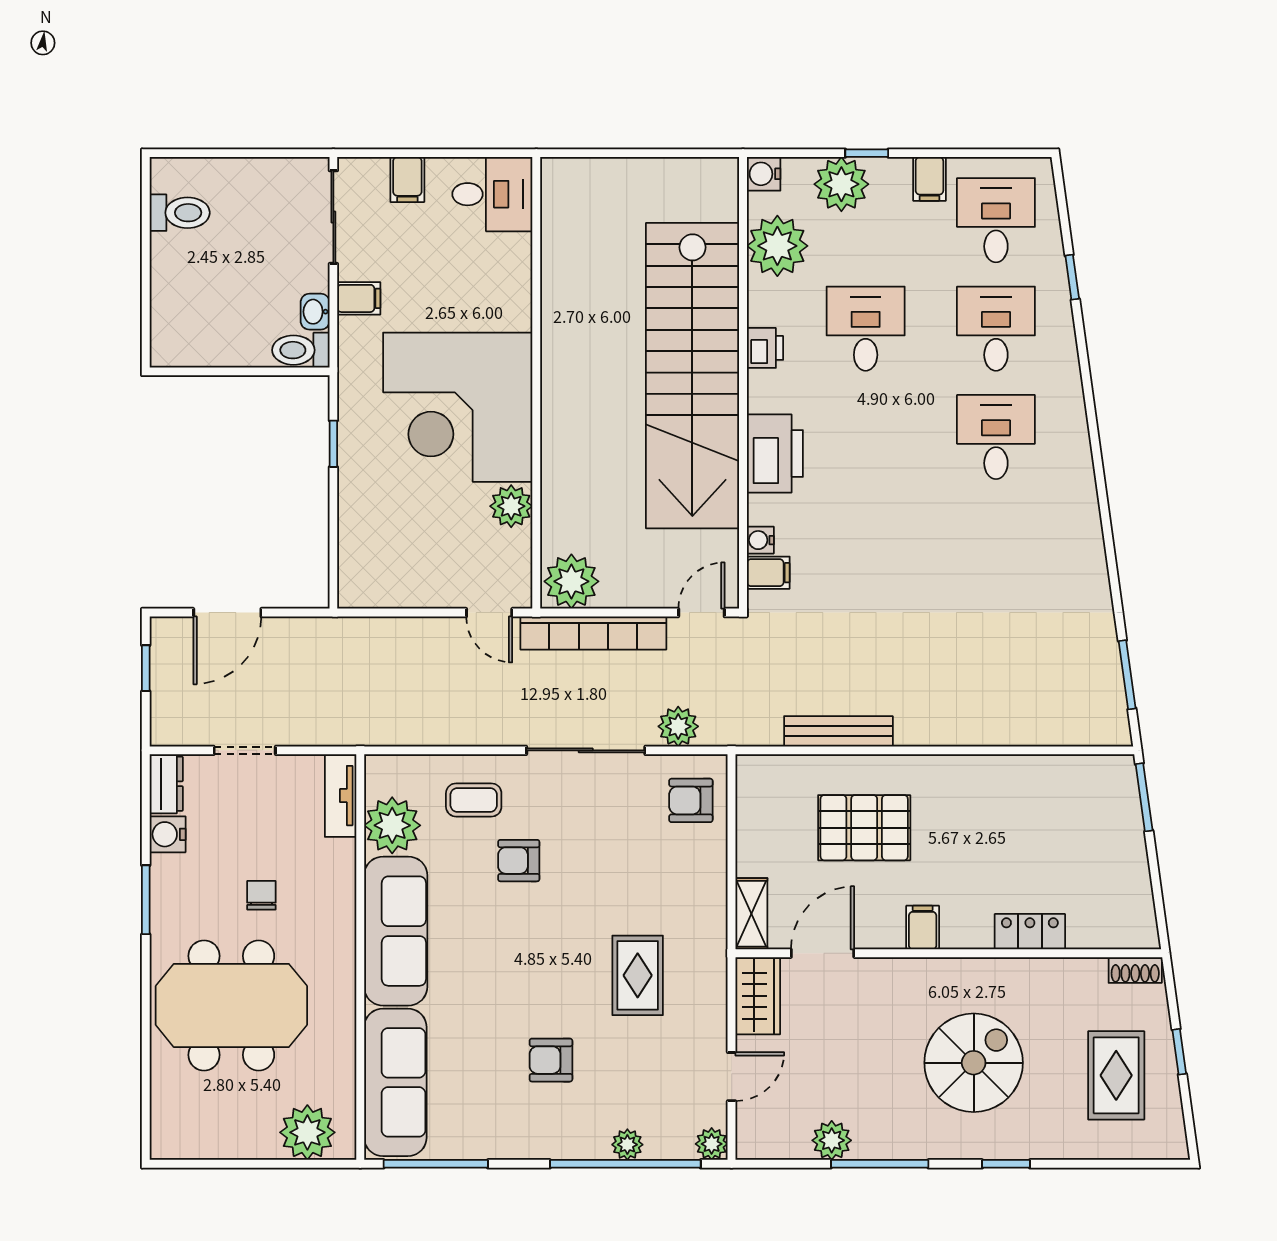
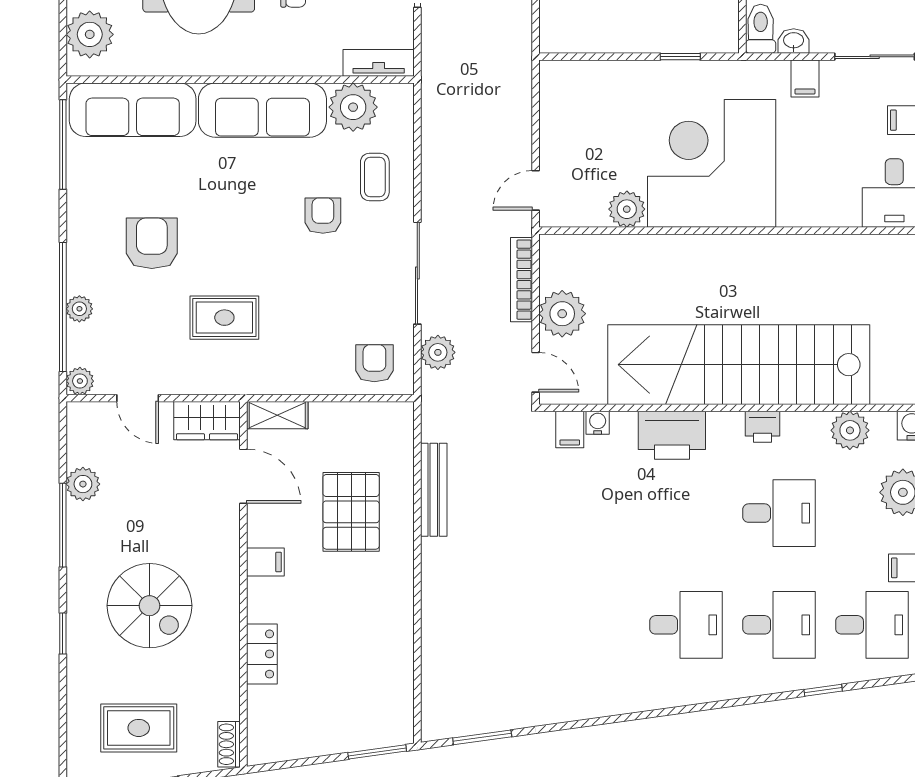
plant: (777, 246) -> (850, 430), width x0.73, depth x0.73
plant: (571, 581) -> (562, 314), moved
bookcase: (593, 633) -> (521, 280), width x0.68, depth x0.76
armchair: (551, 1060) -> (152, 243), width x1.38, depth x1.38

